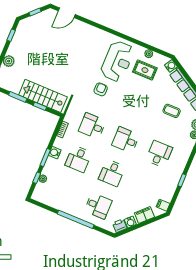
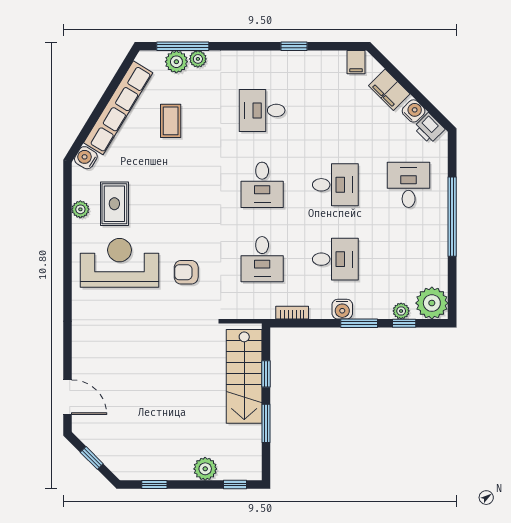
plant: (41, 194) -> (432, 303), added

